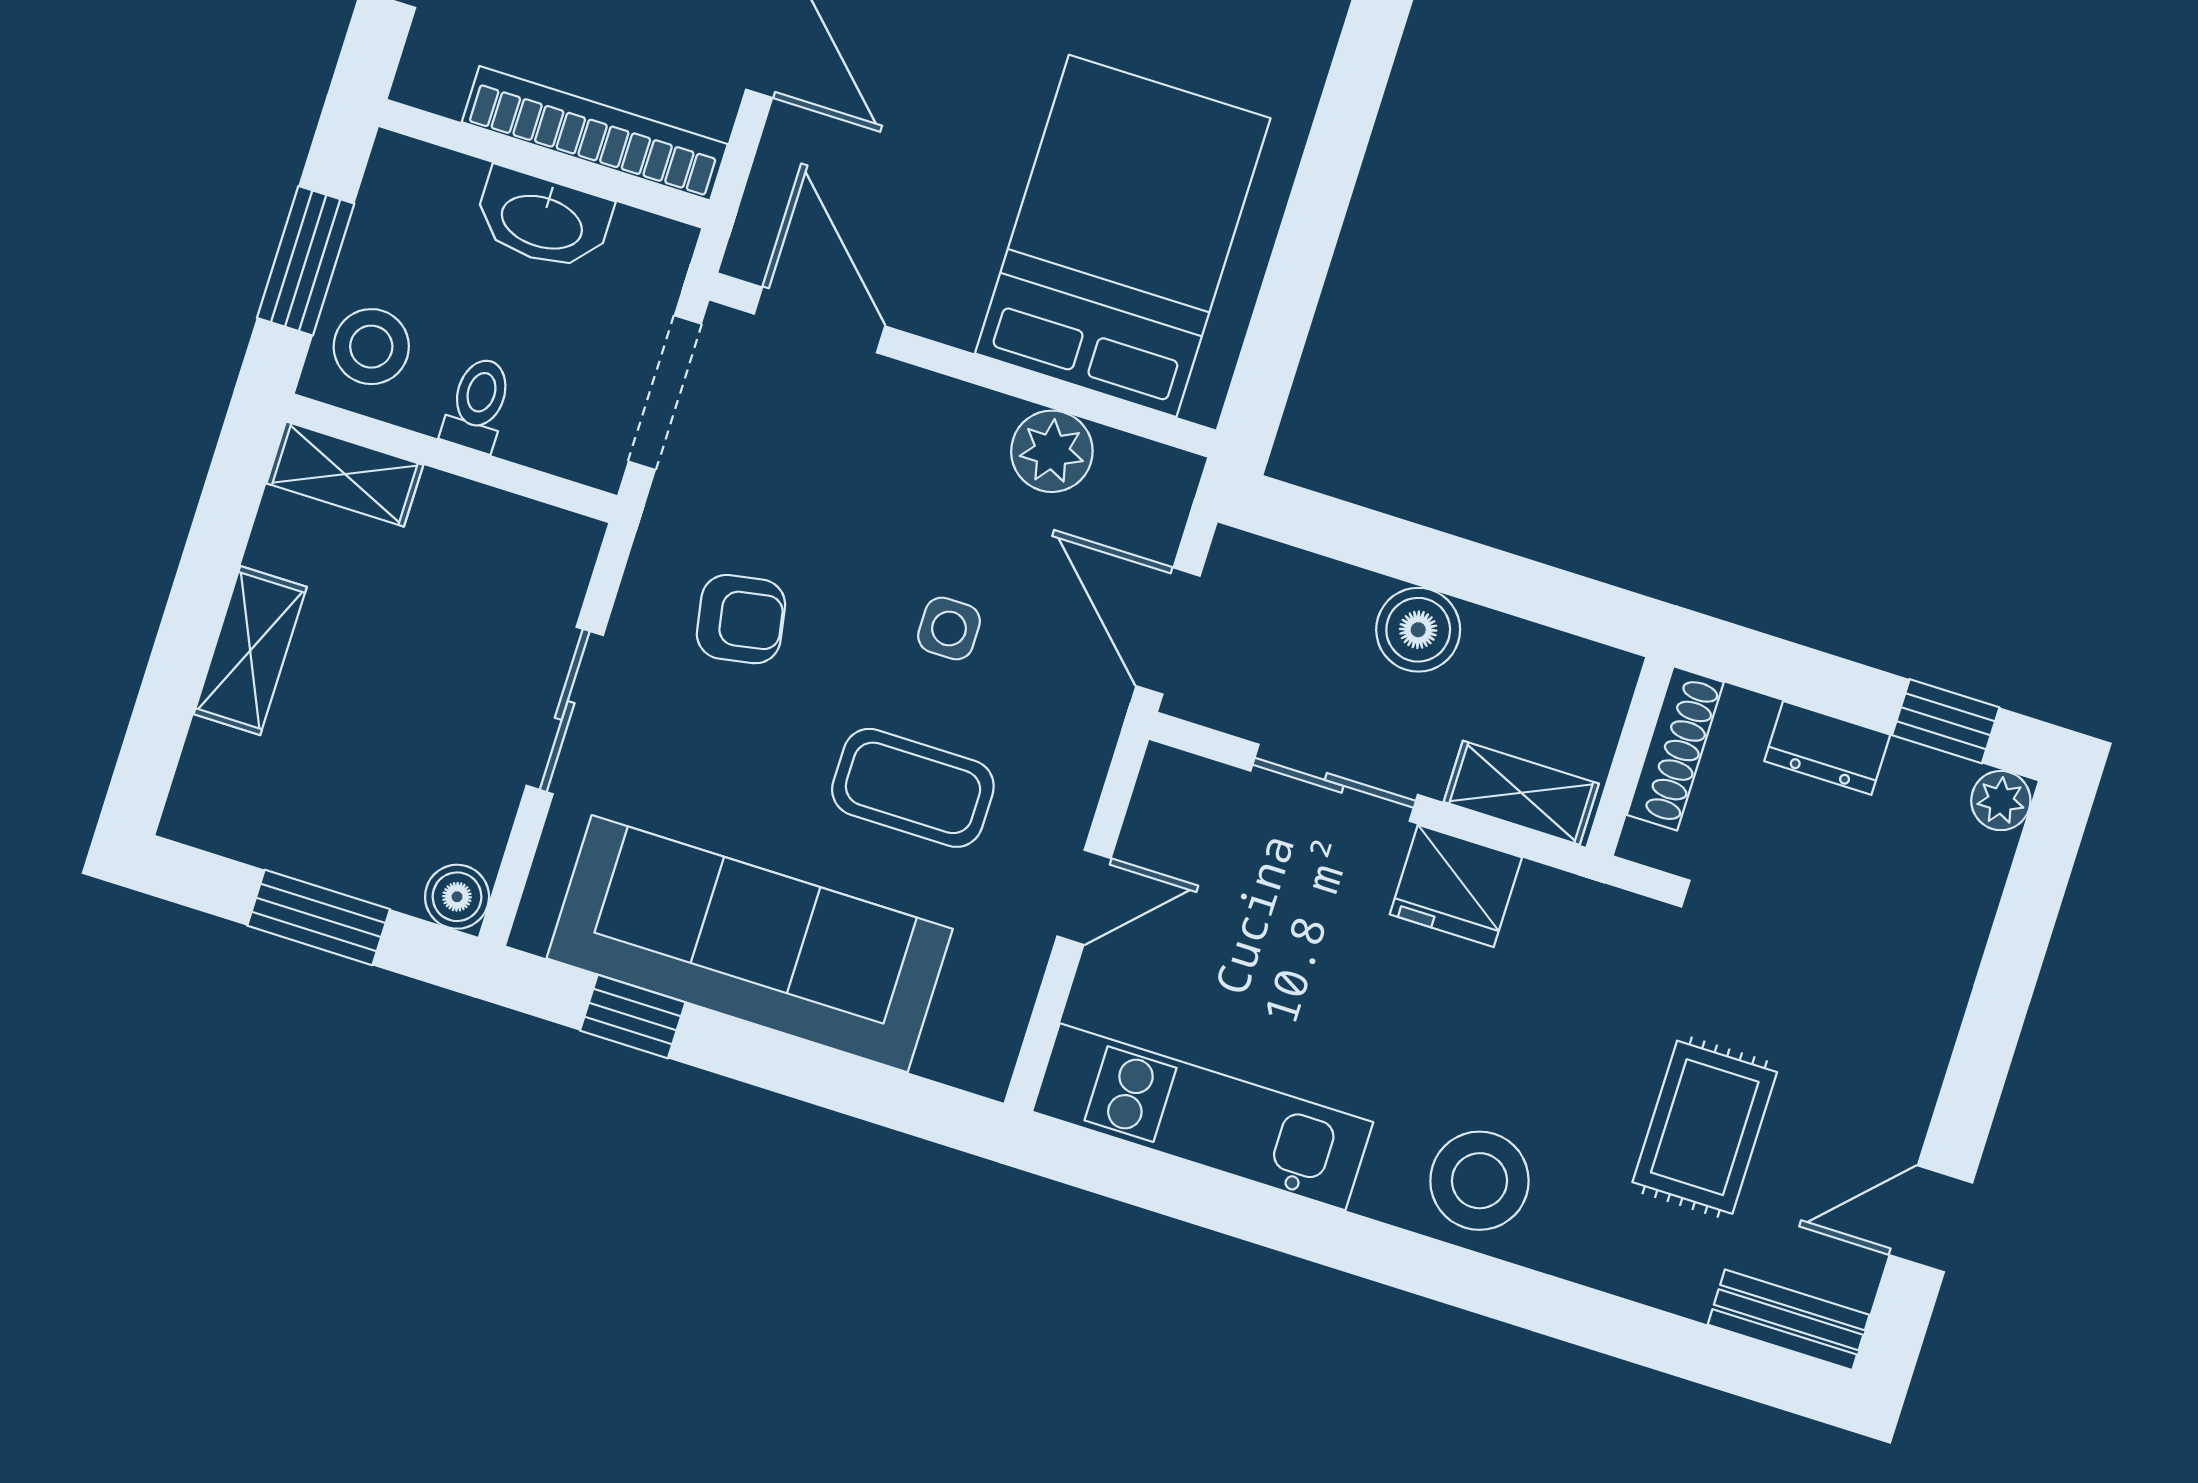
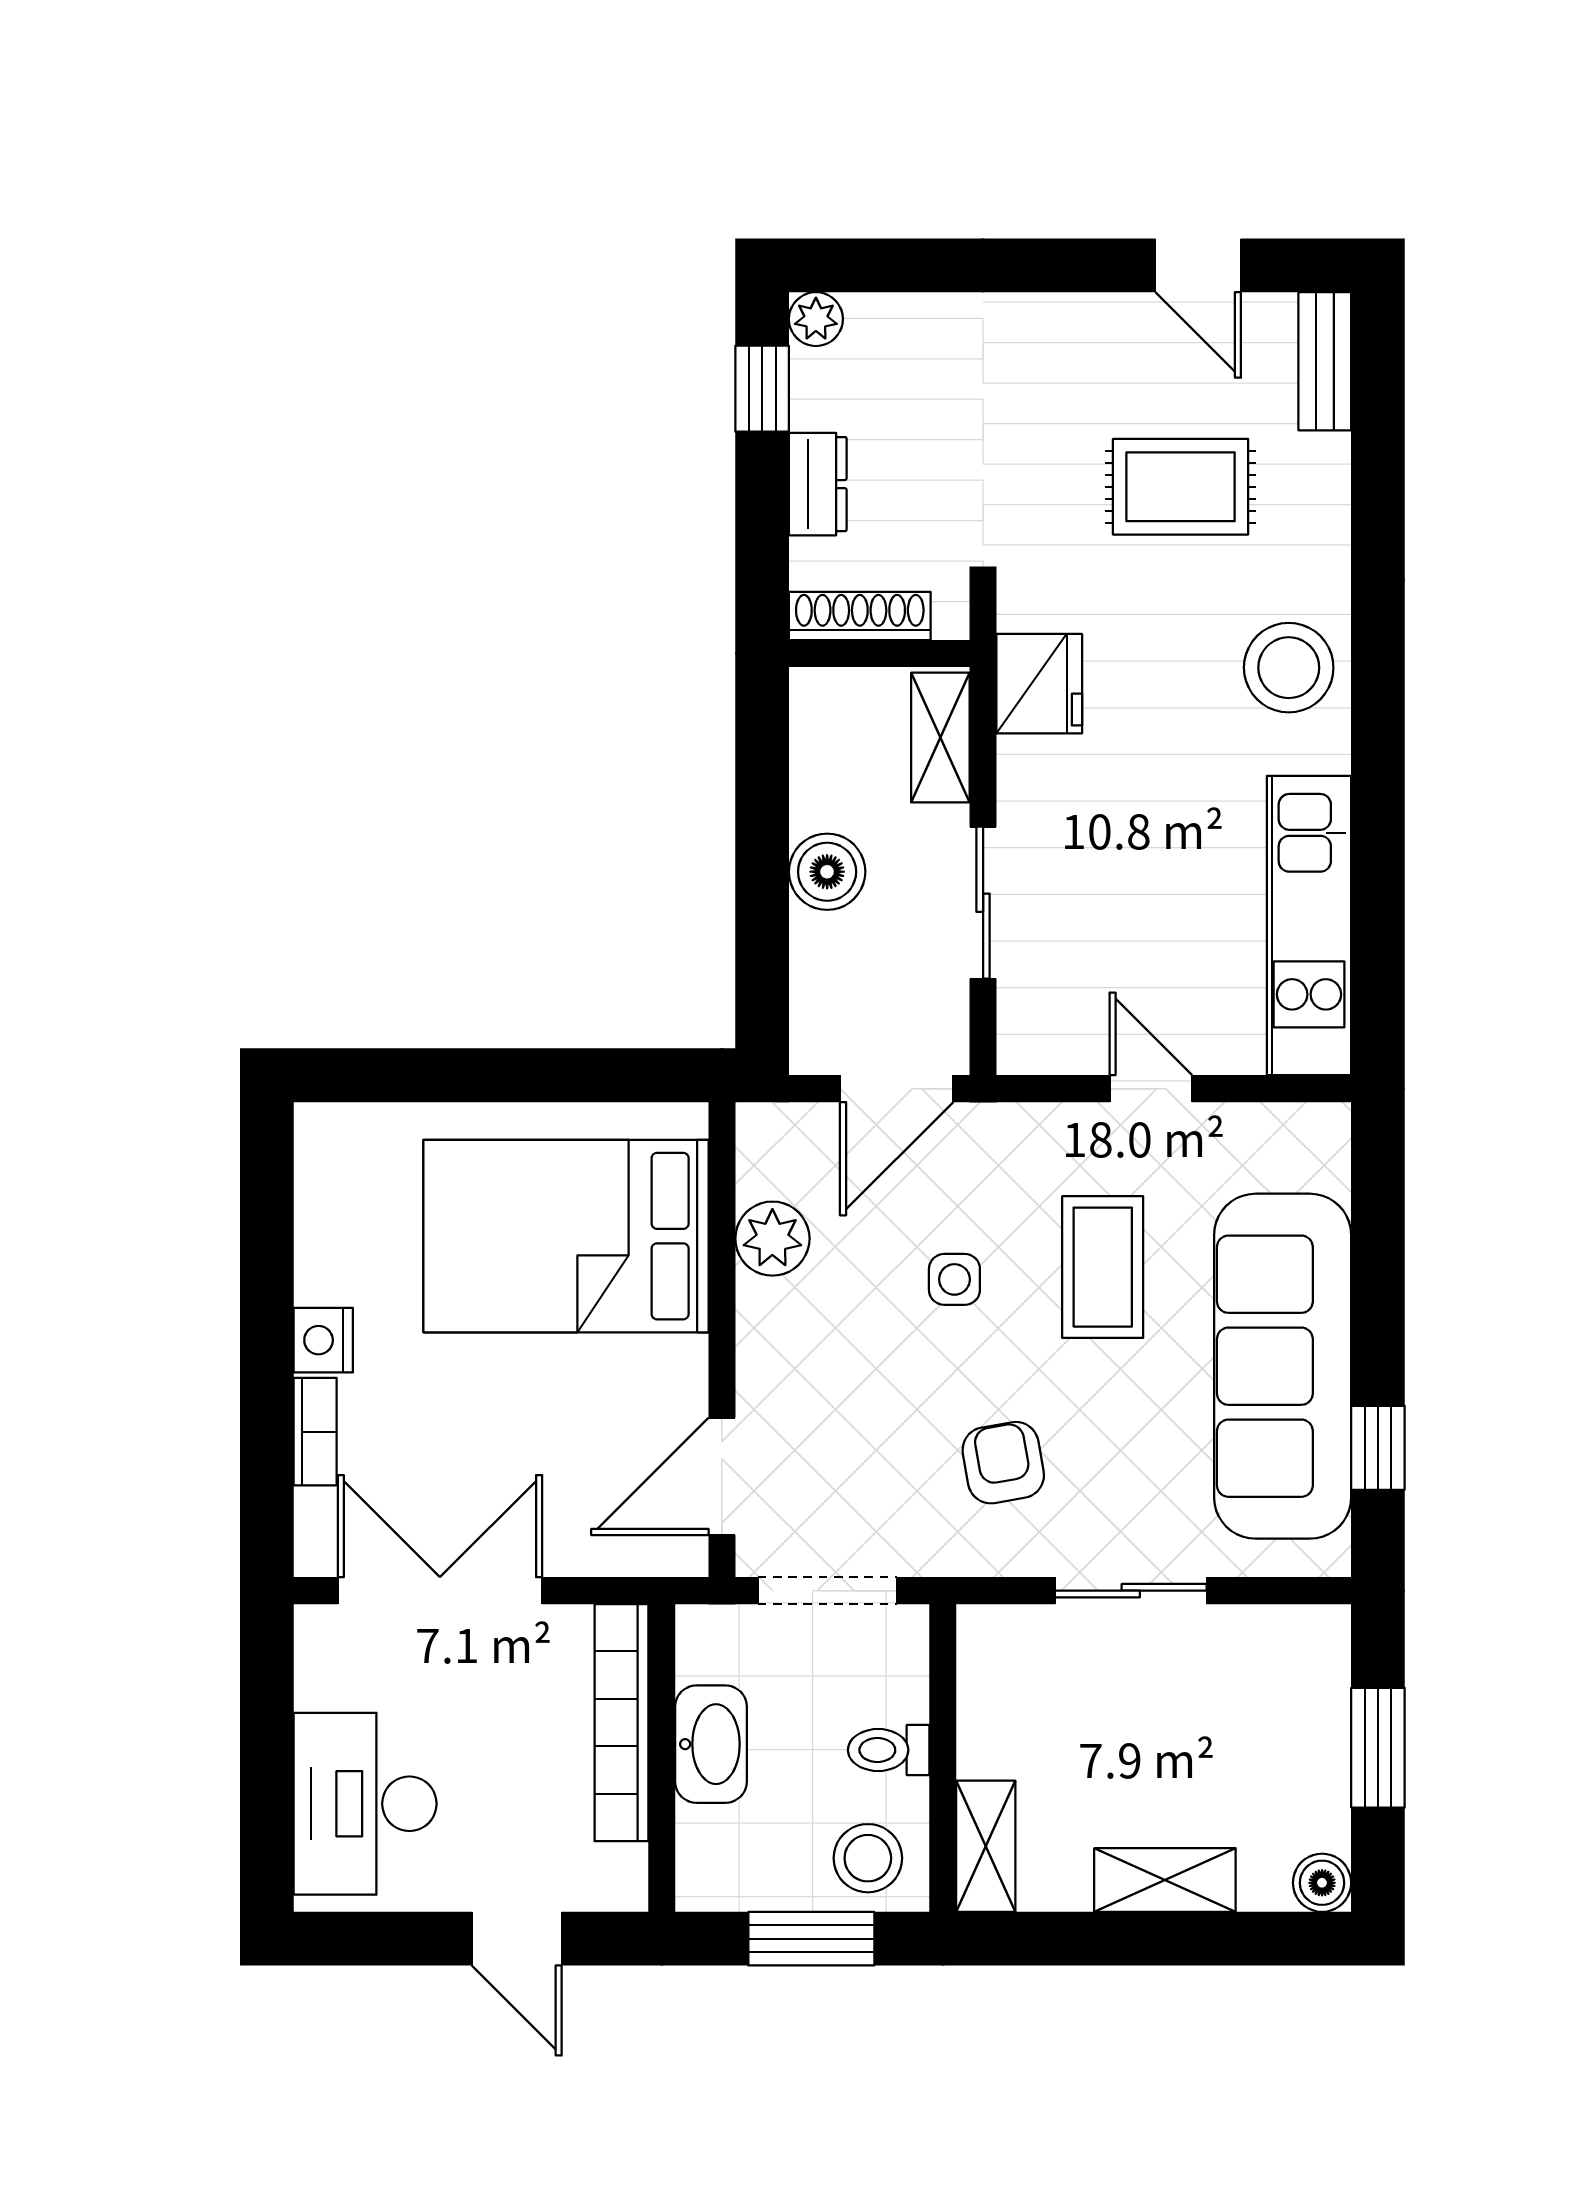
fridge: (1456, 886) -> (1039, 684), moved
boiler: (457, 897) -> (1322, 1883), moved

